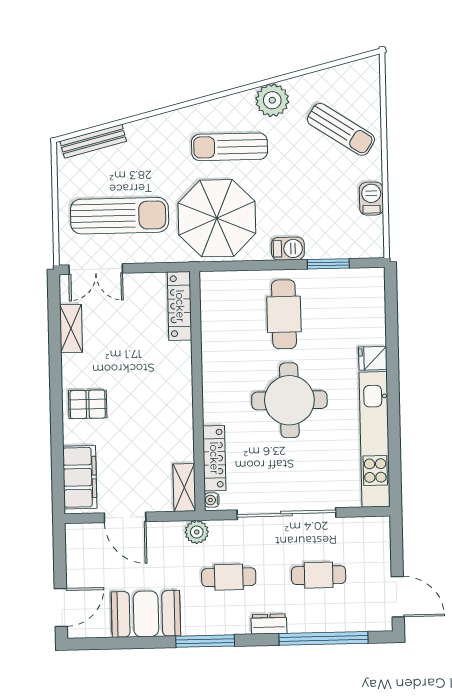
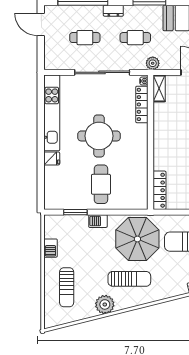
sun lounger: (341, 129) -> (67, 287), turned -123

